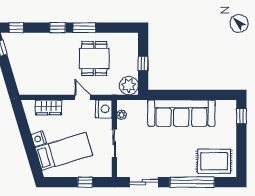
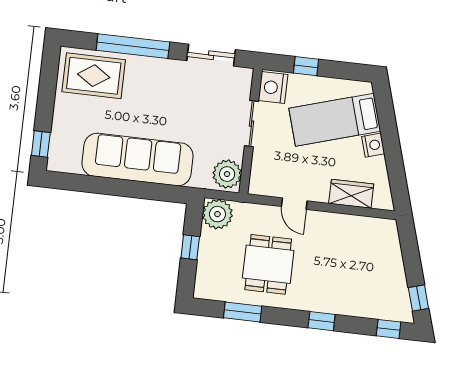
window: (84, 28) -> (243, 312), moved
nightstand: (104, 109) -> (273, 88), moved
plant: (122, 115) -> (227, 174), width x1.88, depth x1.88

